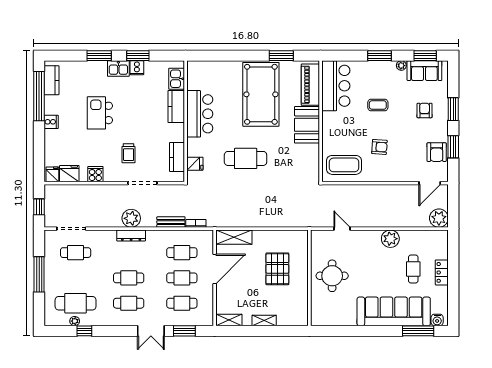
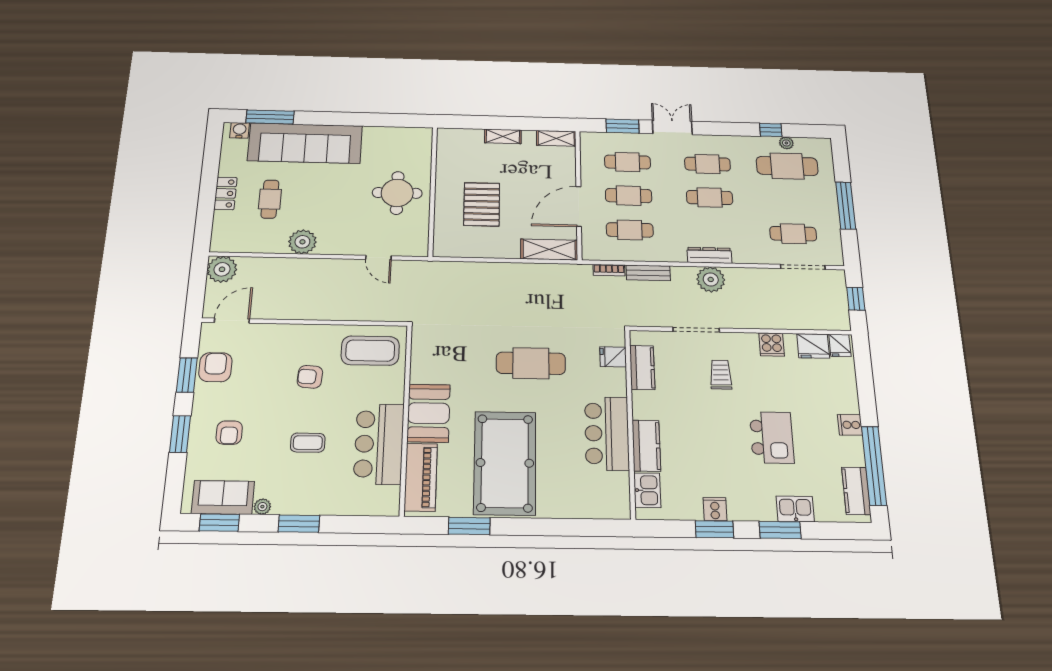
kitchen sink: (118, 69) -> (795, 509), moved
bar counter: (336, 86) -> (379, 444), moved

